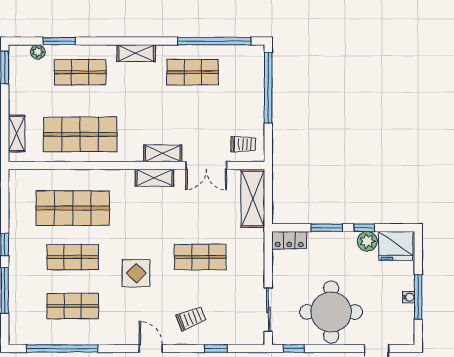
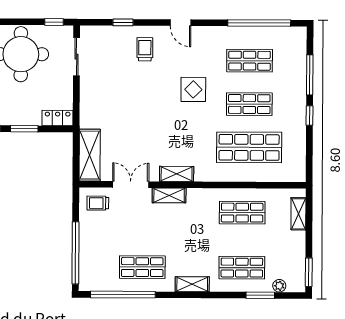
shop shelf: (80, 134) -> (242, 213), width x0.70, depth x0.74
shop shelf: (200, 257) -> (137, 103), removed
trolley: (191, 318) -> (145, 49), turned 112

